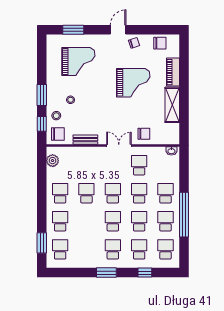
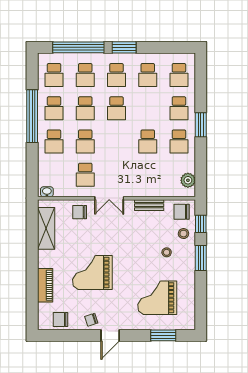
shelving: (172, 105) -> (46, 228), moved
school desk: (113, 193) -> (148, 75), moved
window: (42, 243) -> (201, 125), moved
window: (145, 273) -> (78, 47), width x3.17

